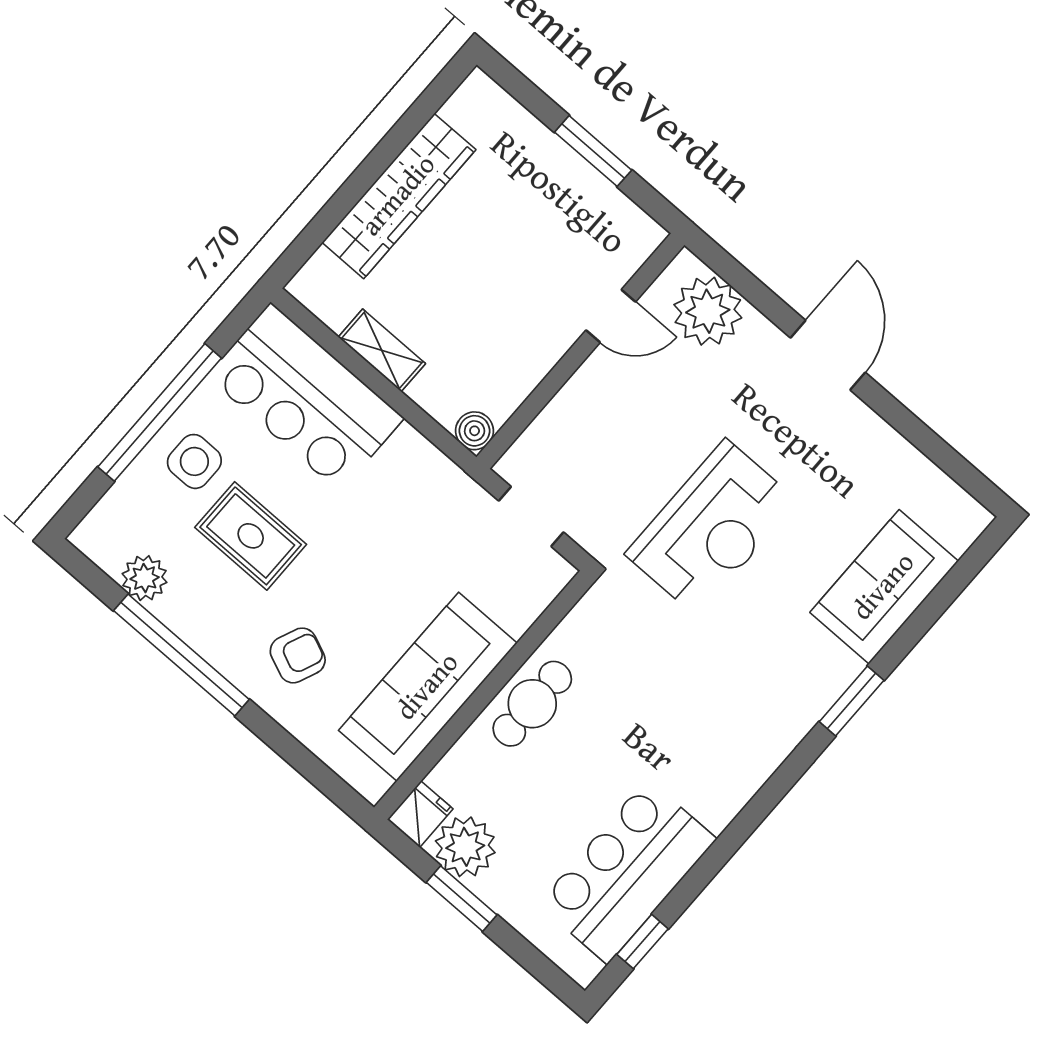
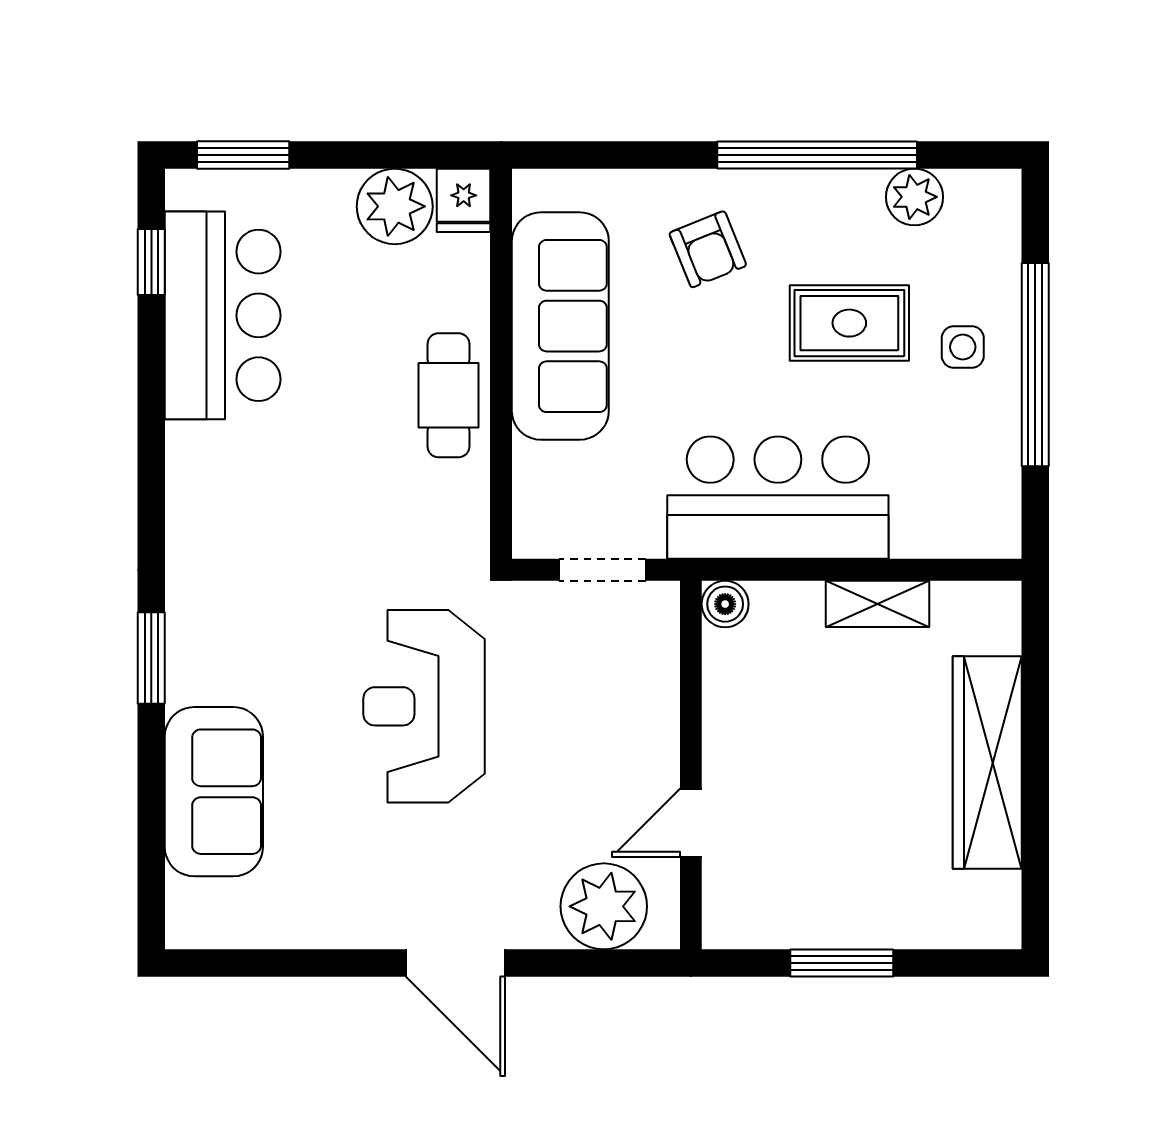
bar counter: (305, 397) -> (778, 498), moved
side table: (194, 461) -> (963, 347), width x0.73, depth x0.73
armchair: (298, 655) -> (708, 249), turned -45
window: (462, 899) -> (243, 155), moved

